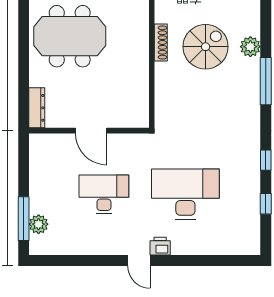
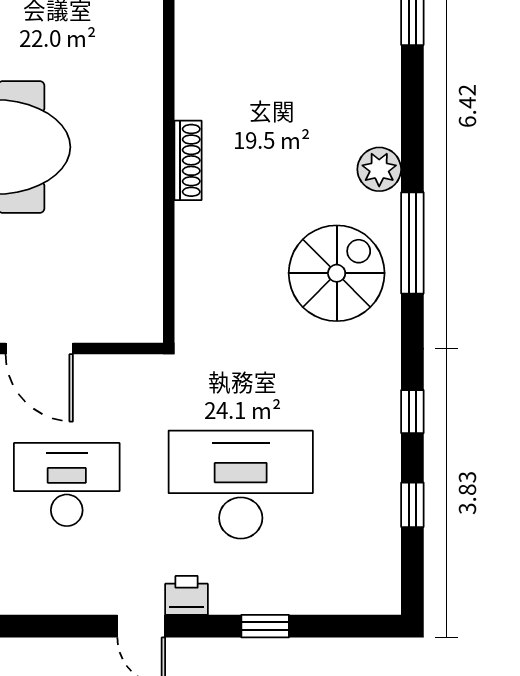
spiral stairs: (206, 47) -> (337, 273), moved
window: (197, 261) -> (265, 626), added

